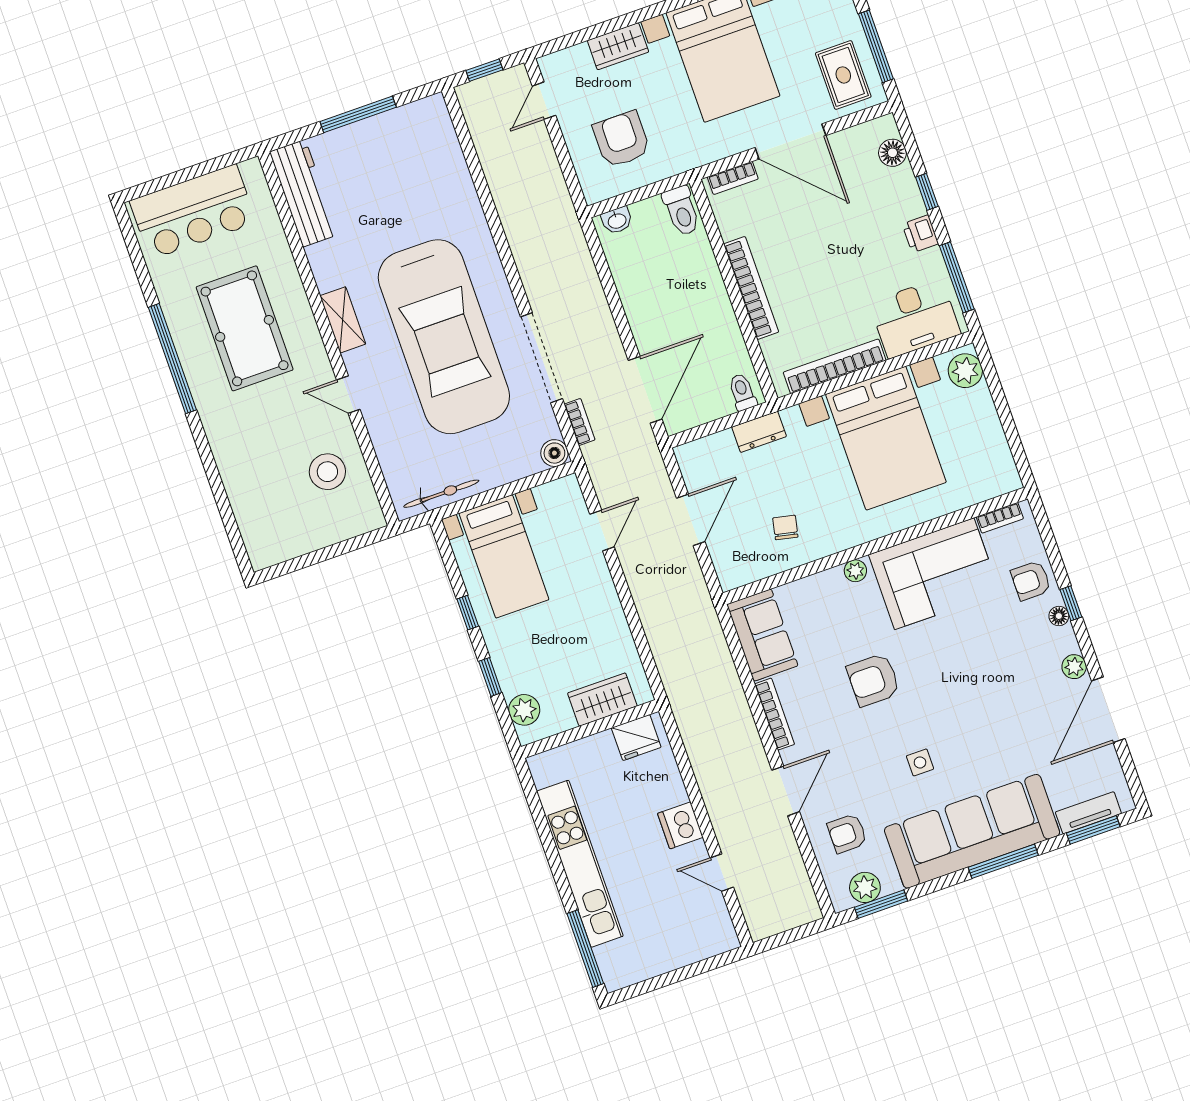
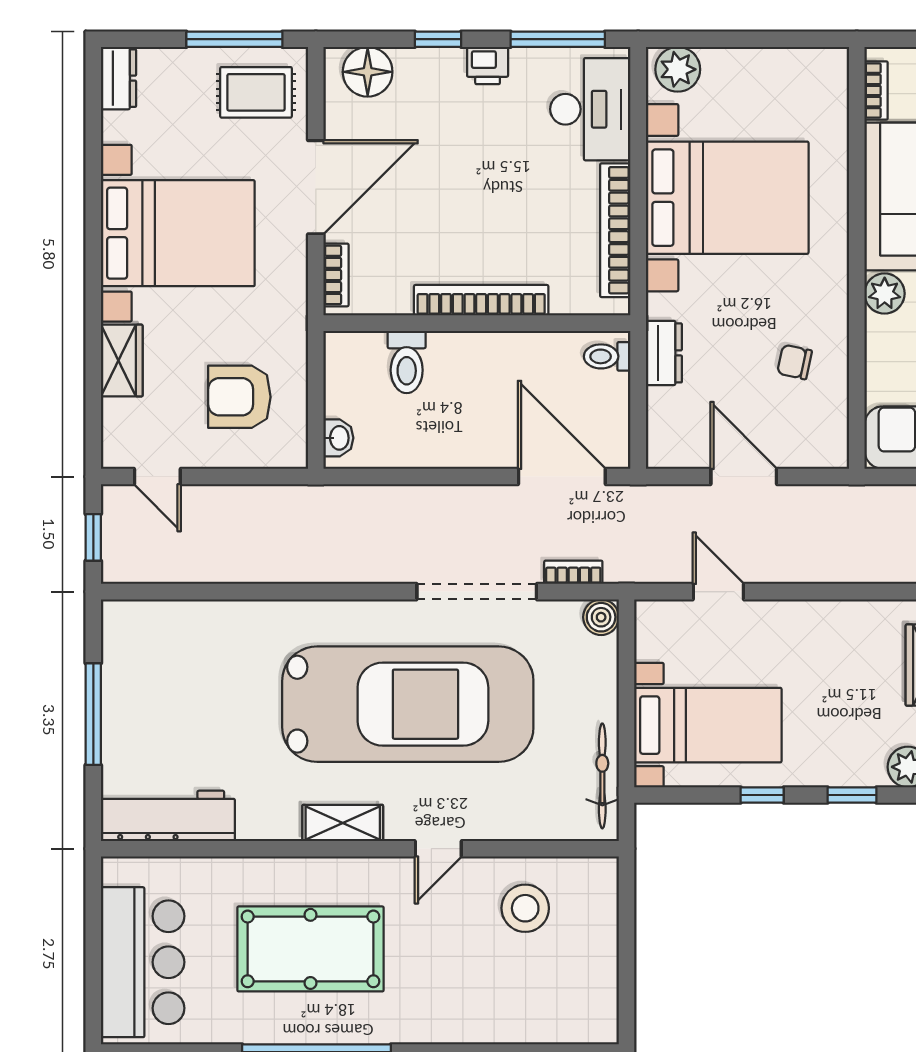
floor lamp: (892, 153) -> (368, 72), width x1.38, depth x1.38
toilet: (682, 211) -> (407, 362), moved, turned 90
plant: (855, 571) -> (885, 294), width x1.38, depth x1.38

